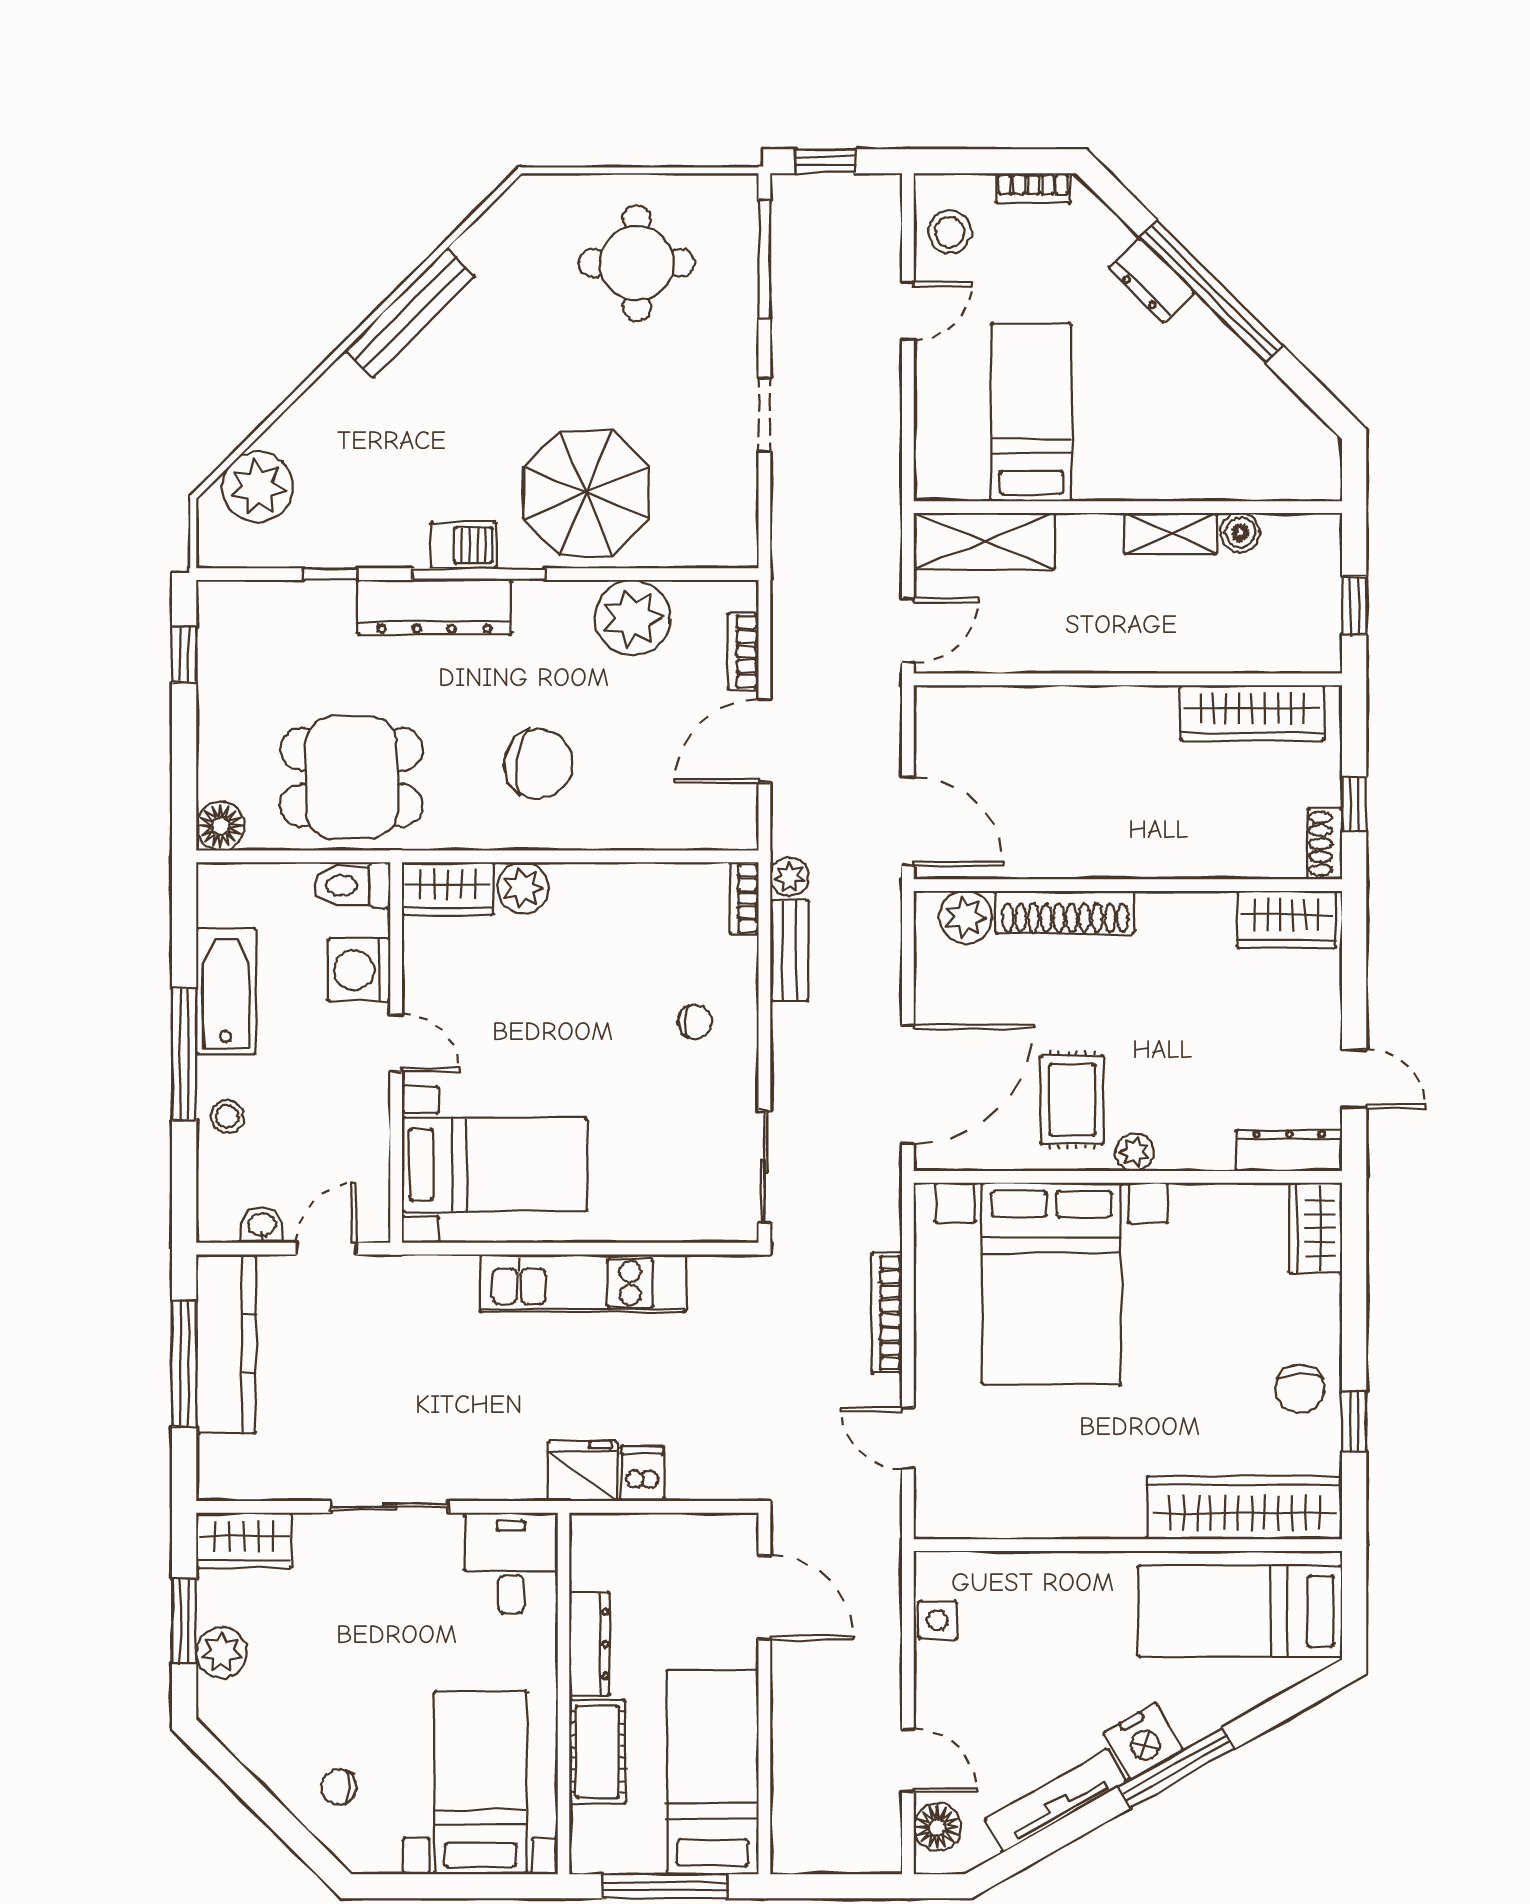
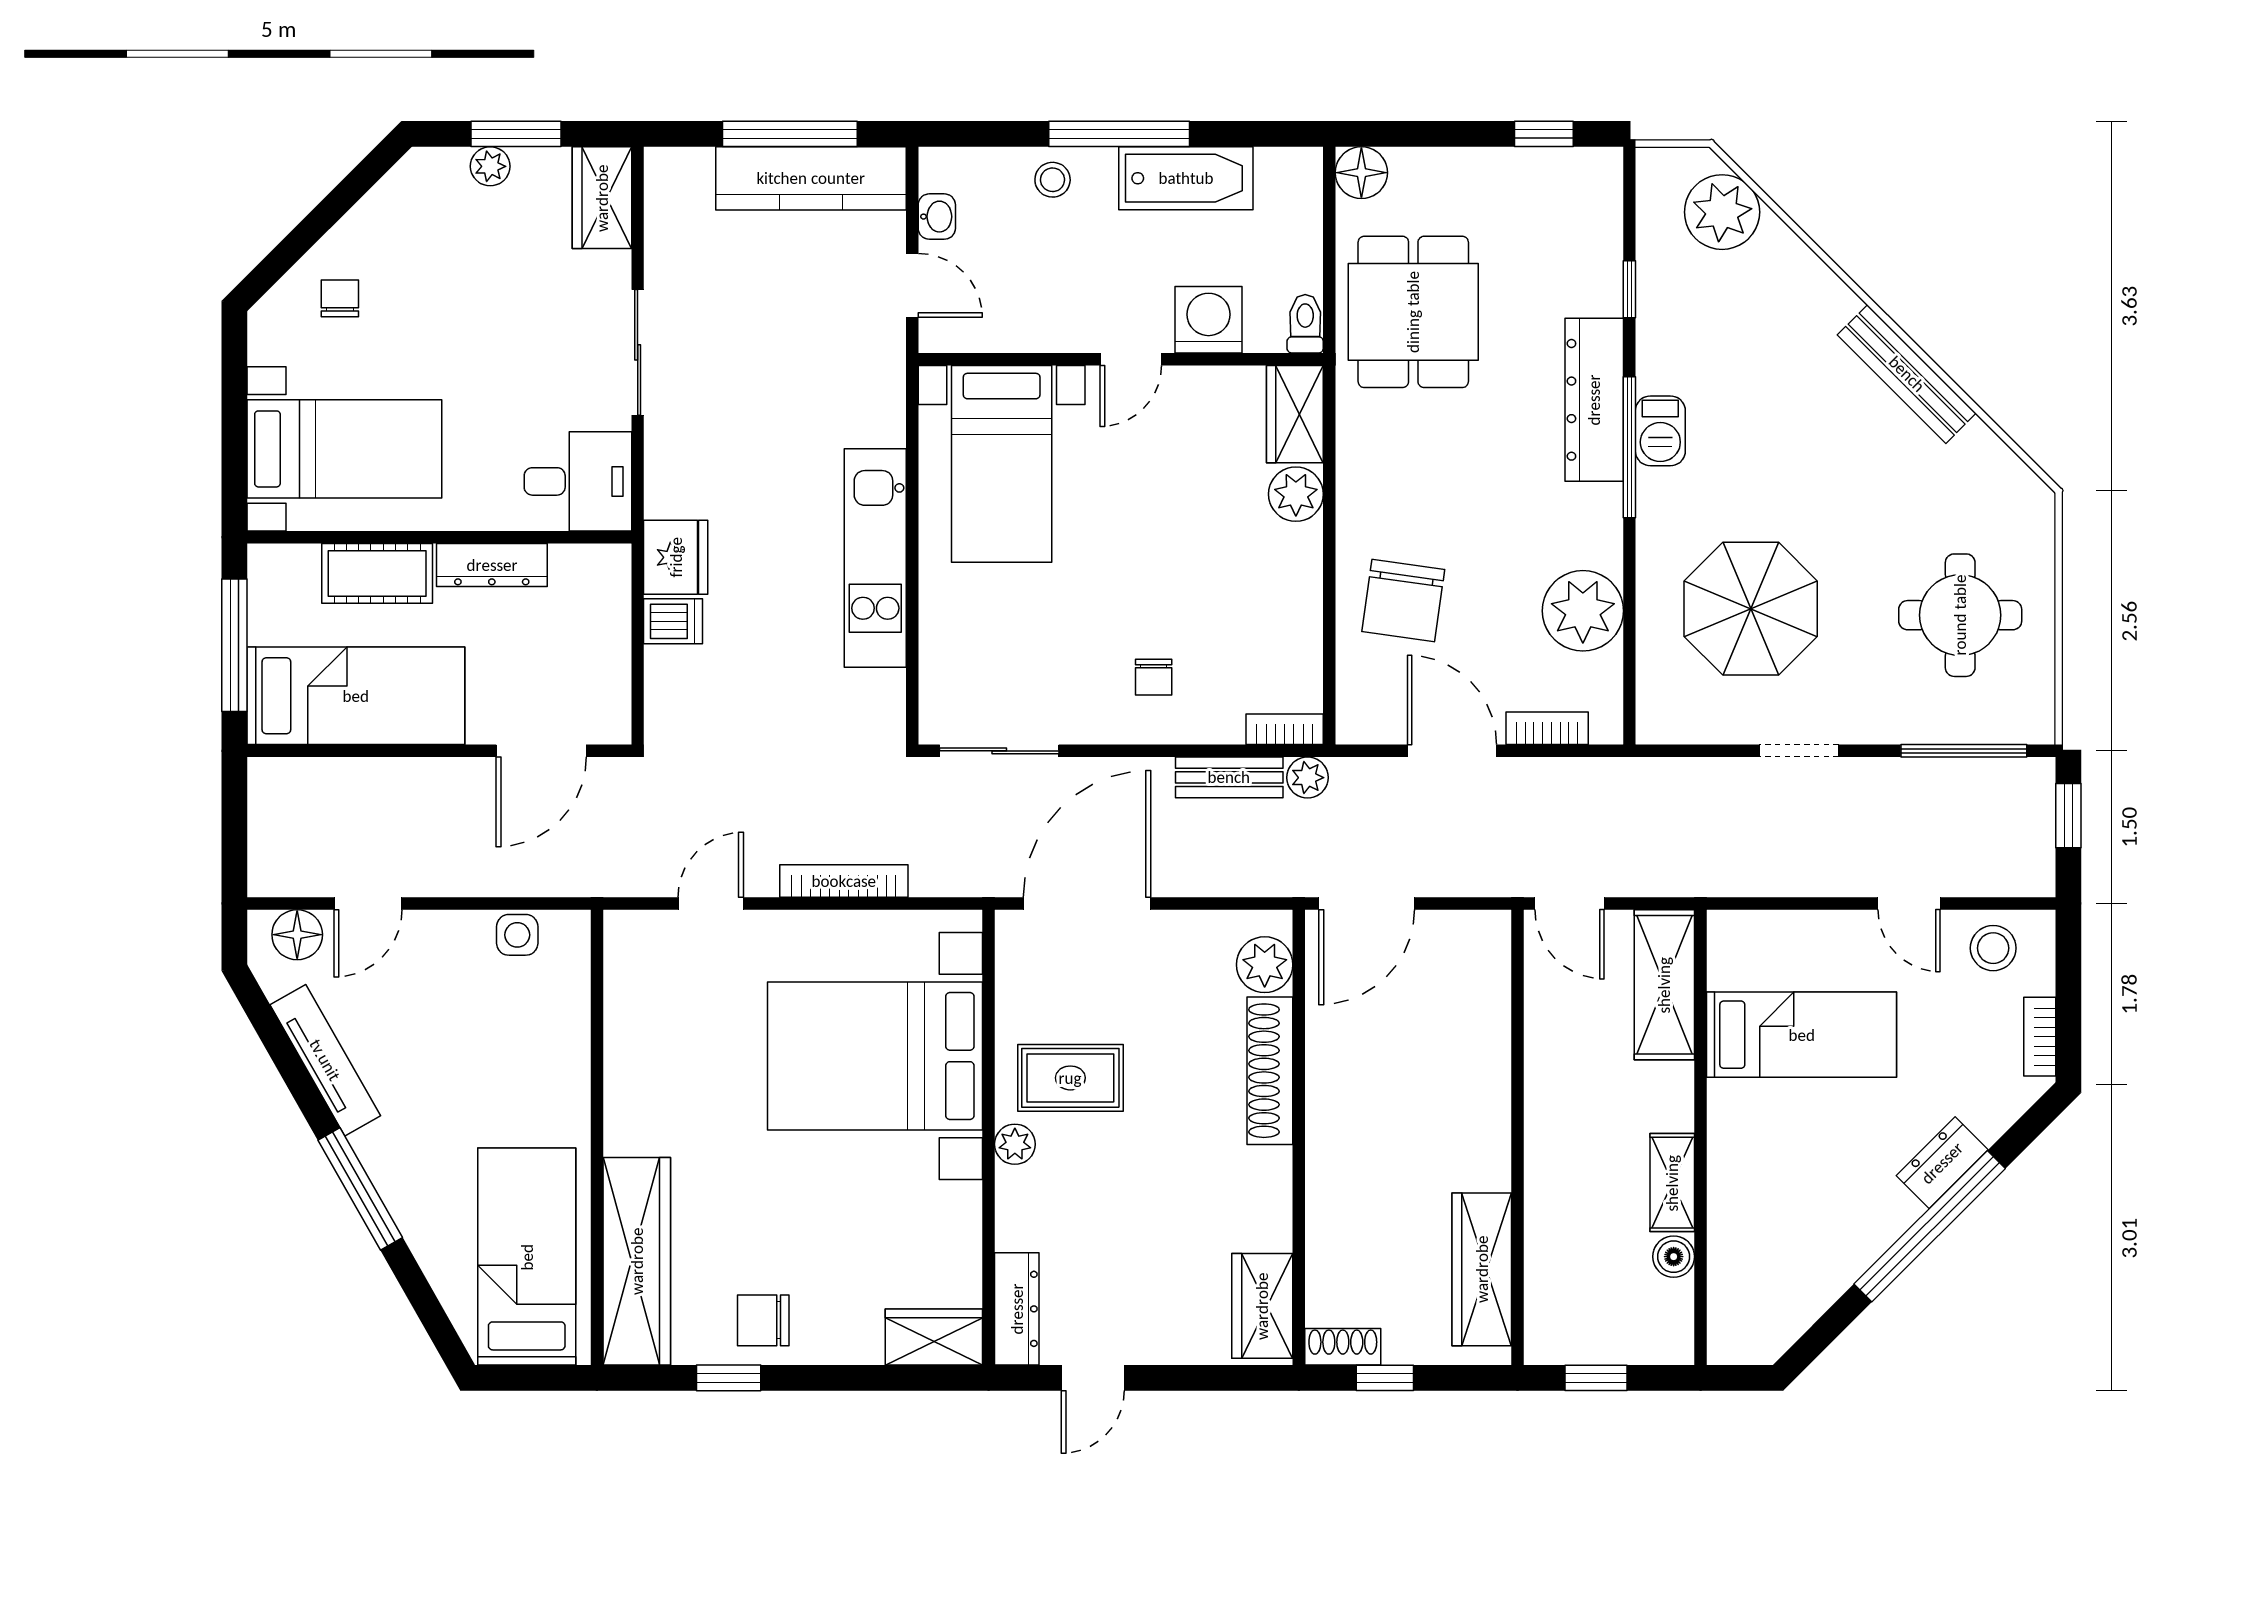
parasol: (586, 493) -> (1751, 609), moved
chair: (538, 764) -> (1403, 600), moved
toilet: (352, 885) -> (1305, 324), width x0.73, depth x0.72
door: (908, 1084) -> (1087, 903), swing flipped
plant: (222, 1653) -> (490, 166), width x0.73, depth x0.73
nightstand: (1143, 1741) -> (388, 1153), removed

